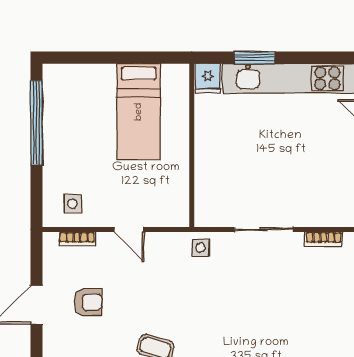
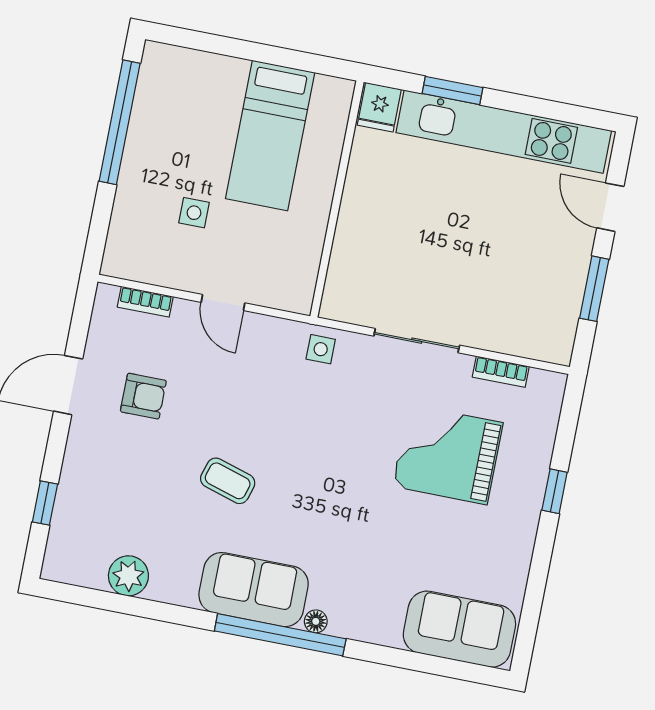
side table: (73, 204) -> (194, 213), moved
grand piano: (299, 301) -> (448, 455), added

